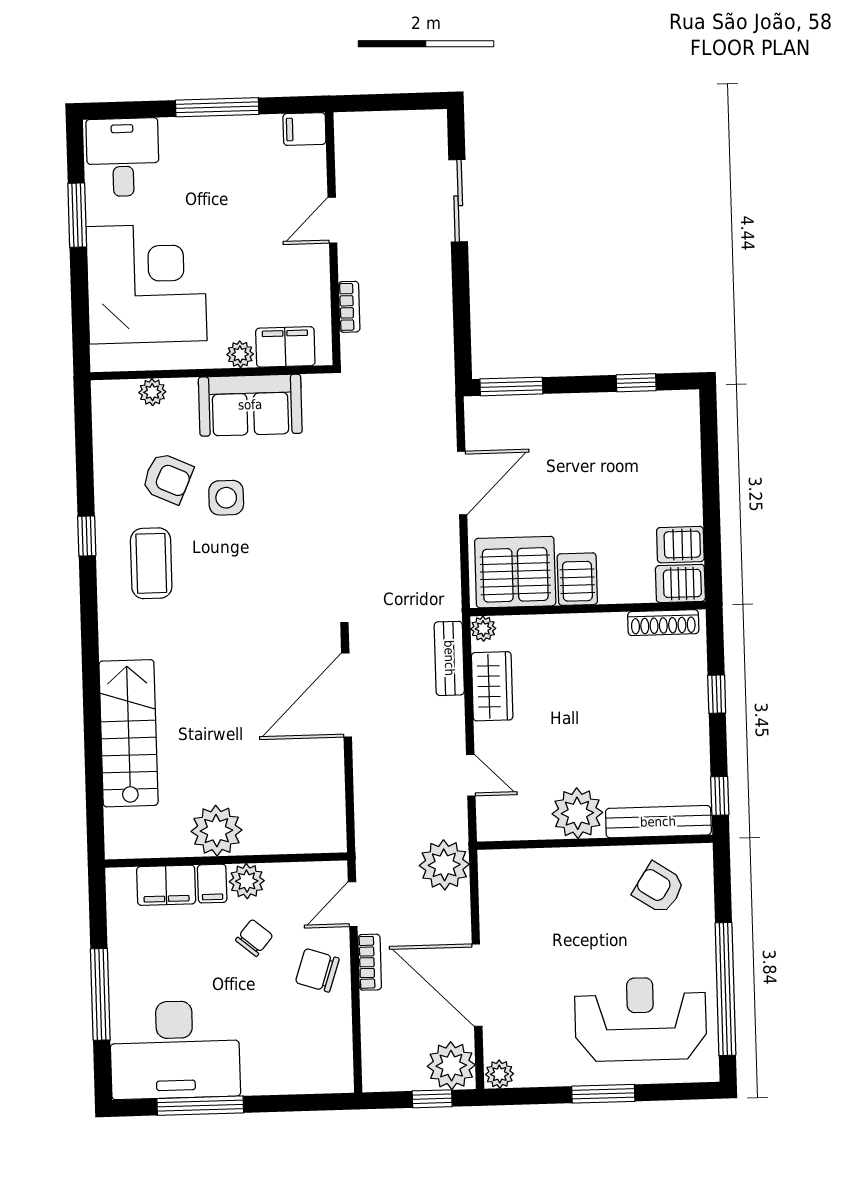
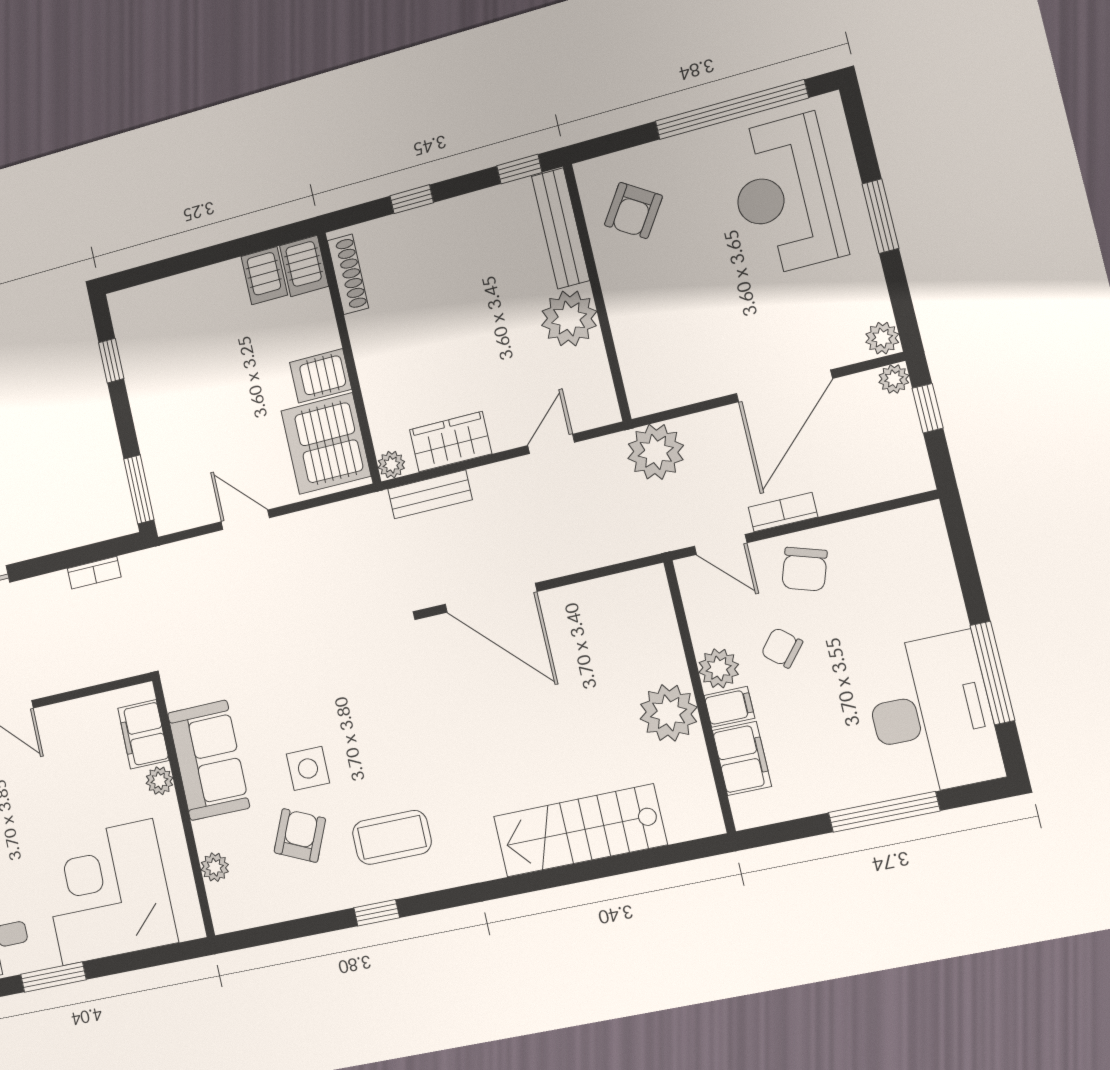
bookcase: (349, 307) -> (94, 573), moved, turned 180
door: (462, 483) -> (245, 520), width x0.73
plant: (451, 1066) -> (894, 379), width x0.53, depth x0.53

